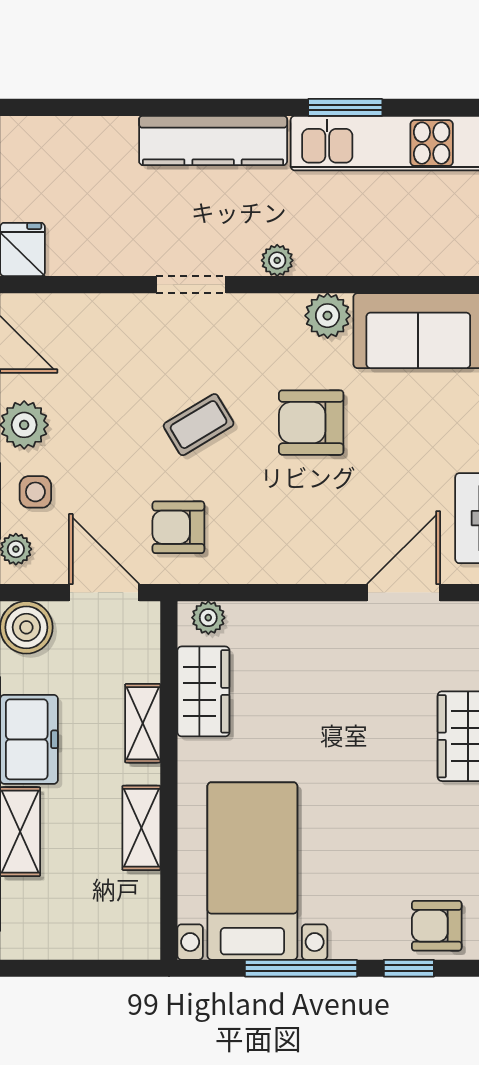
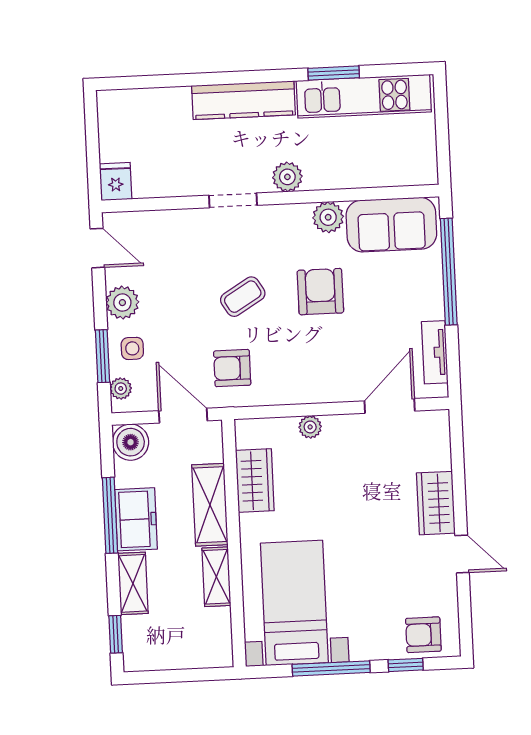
plant: (277, 260) -> (287, 177), width x1.38, depth x1.38
armchair: (311, 423) -> (320, 292), turned 90
plant: (208, 618) -> (310, 427), moved
shelving: (143, 723) -> (210, 505), width x1.50, depth x1.33

